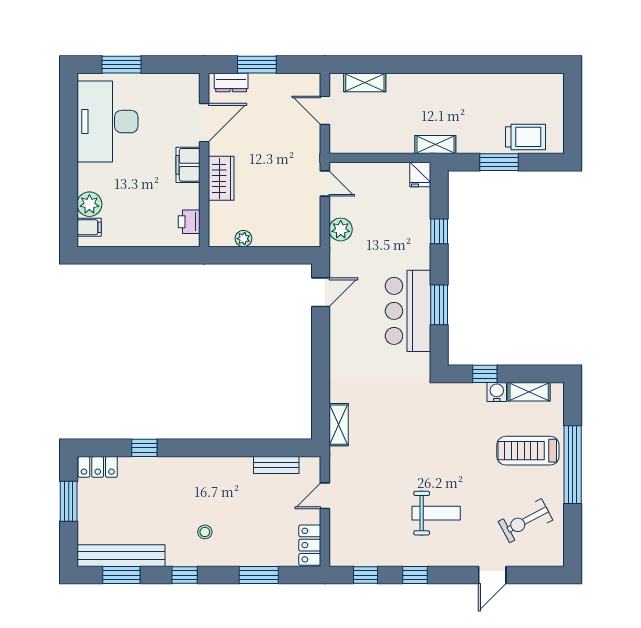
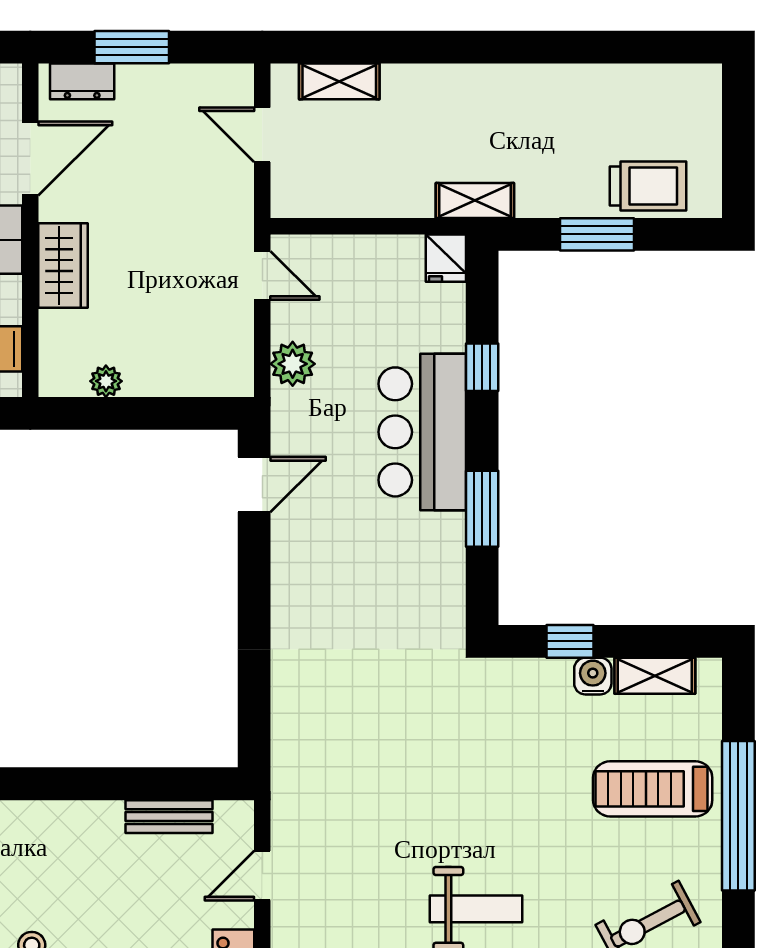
bar counter: (408, 311) -> (422, 432), moved
shelving: (339, 425) -> (289, 739), removed

